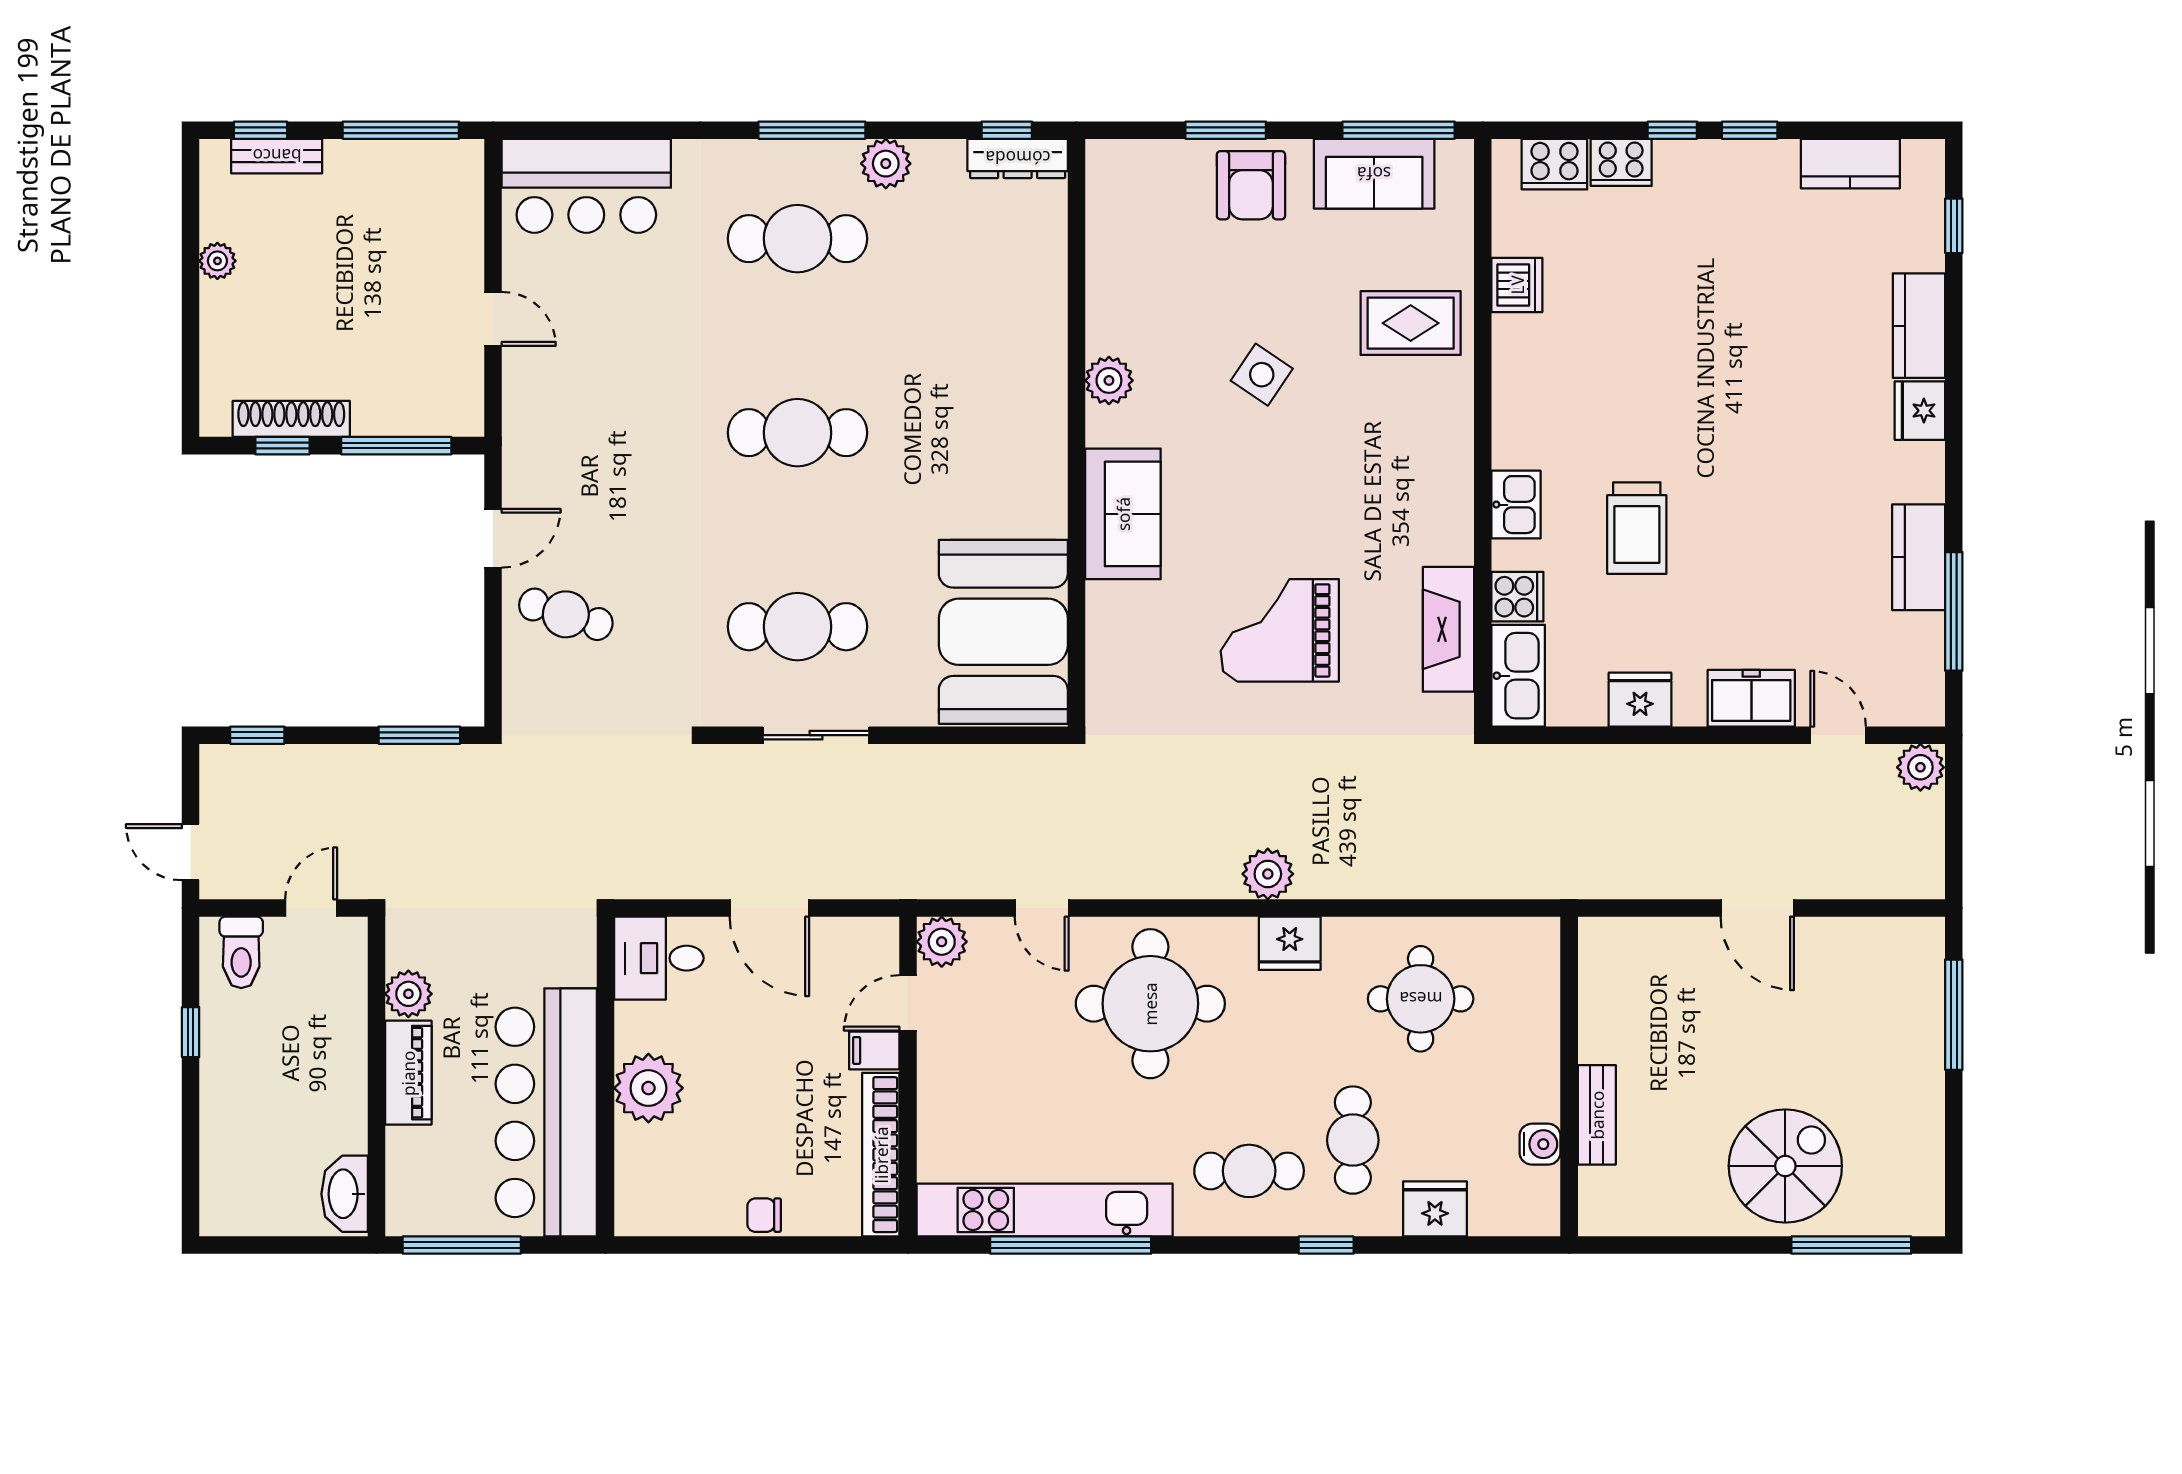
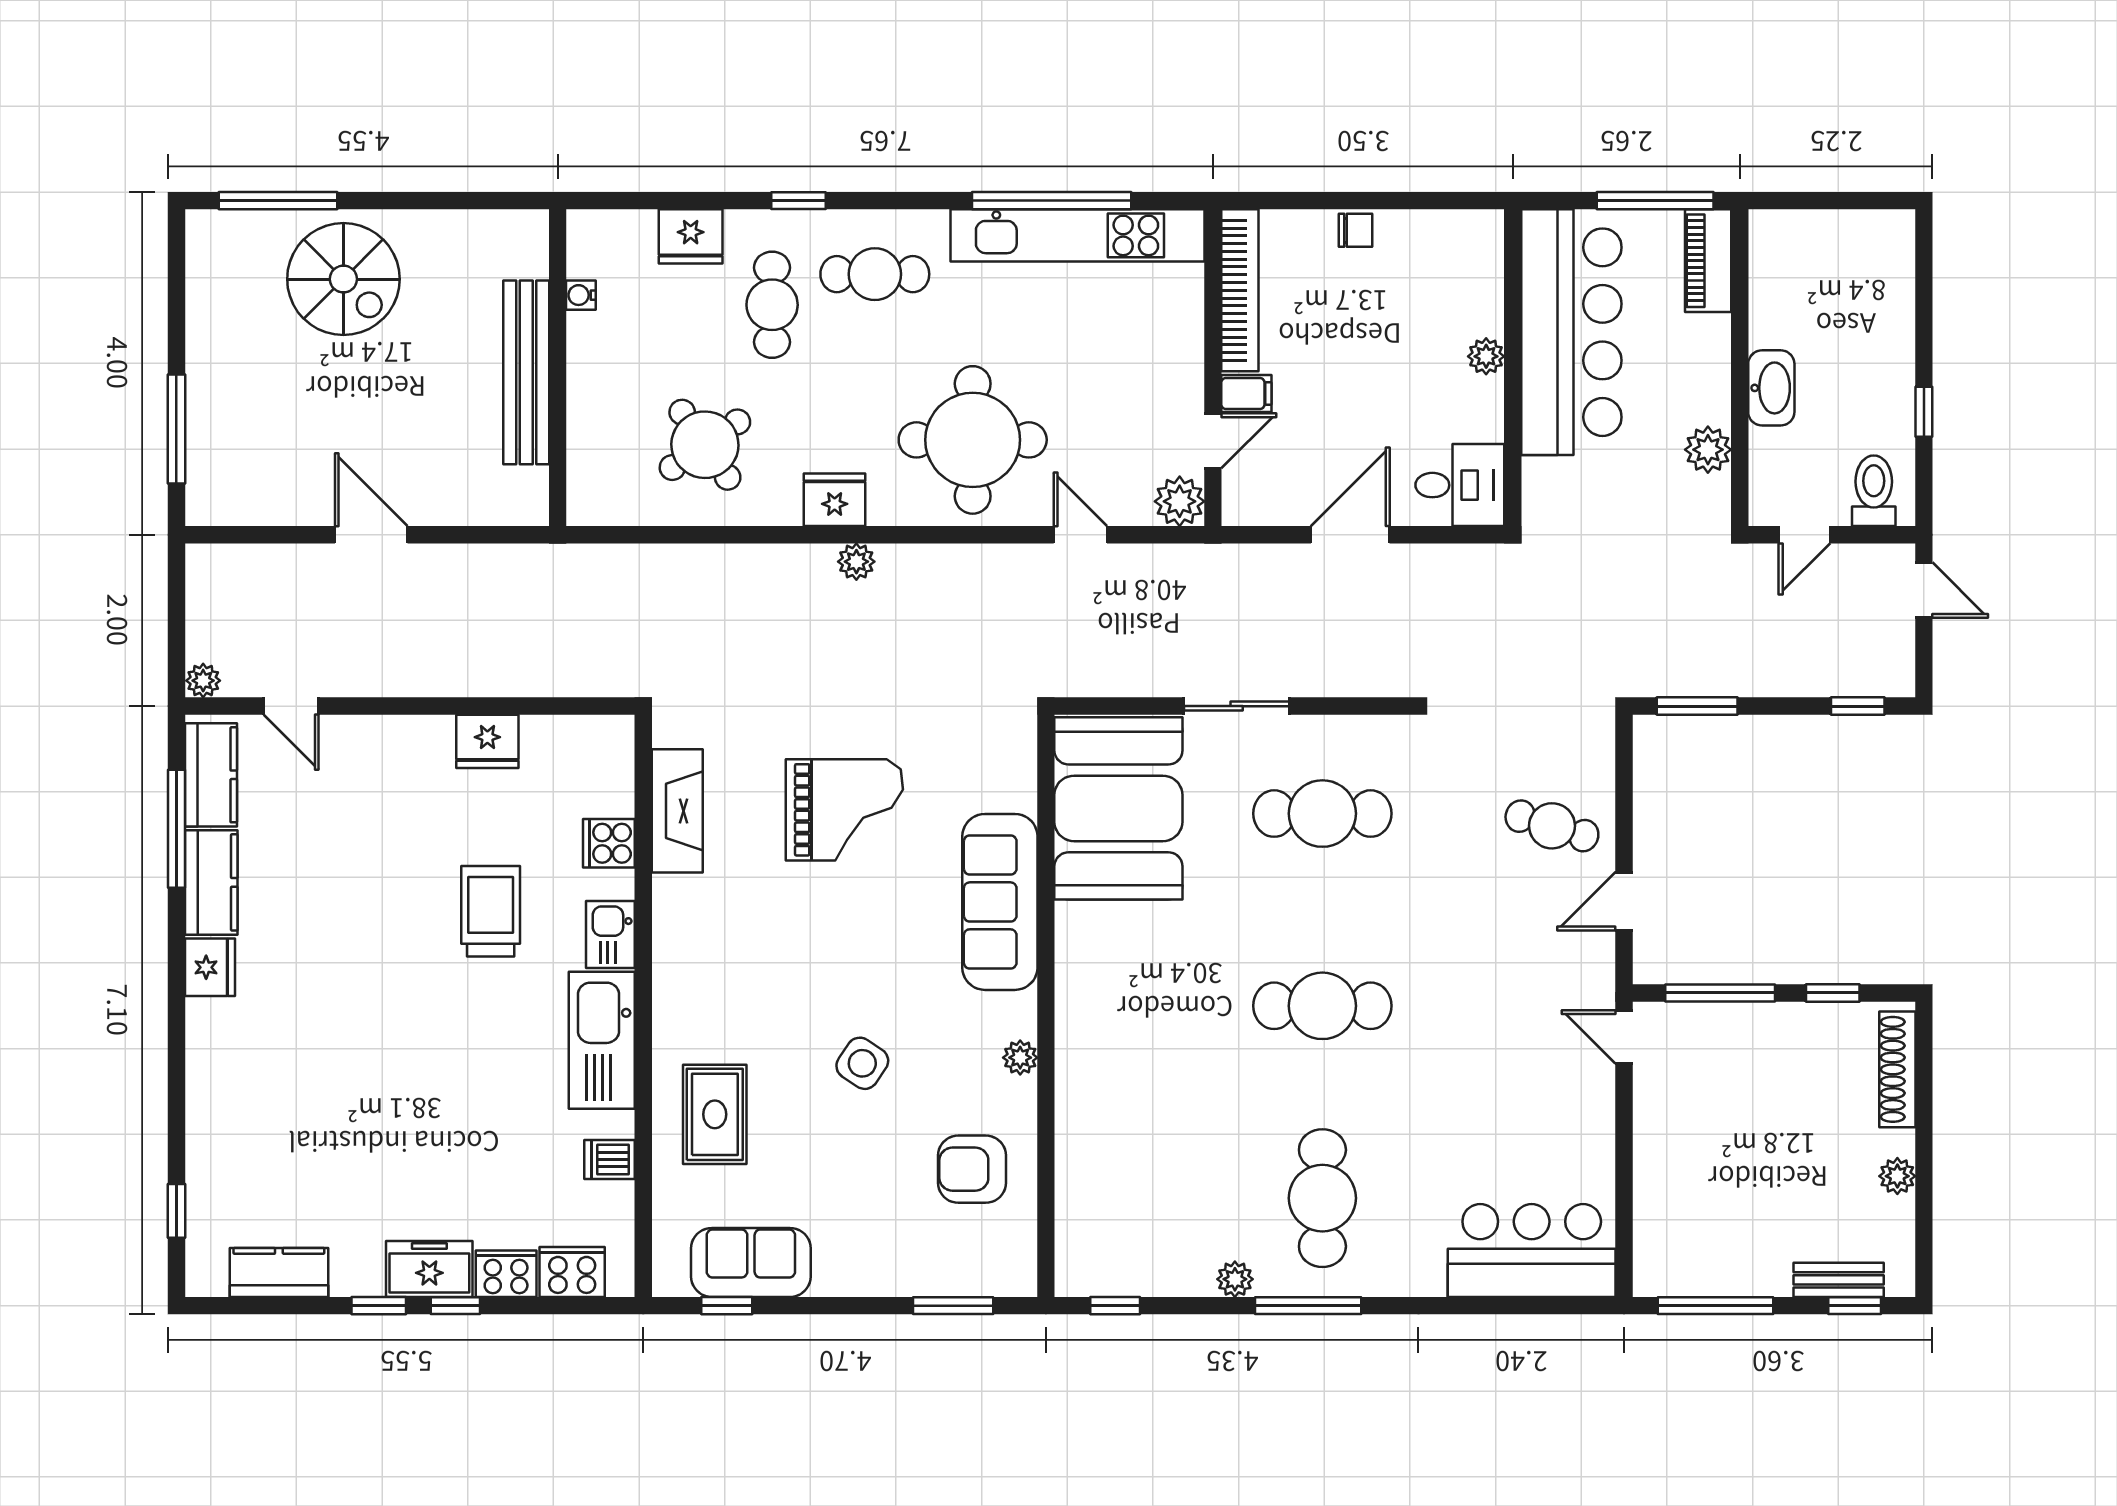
window: (1226, 130) -> (953, 1306), moved
window: (1399, 130) -> (727, 1306), width x0.46
dresser: (1018, 158) -> (1104, 1278), removed
plant: (886, 164) -> (1235, 1279), width x0.73, depth x0.73
armchair: (1251, 185) -> (972, 1169), moved, turned -90
cafe table: (797, 239) -> (1322, 1198), turned 90
dishwasher: (1517, 285) -> (610, 1159), width x0.73
door: (493, 319) -> (1624, 1037), moved
rug: (1411, 323) -> (715, 1114), turned 90
kitchen counter: (1919, 326) -> (211, 775), moved
plant: (1109, 380) -> (1020, 1058), width x0.73, depth x0.73
fridge: (1920, 411) -> (210, 967), moved
shoe rack: (291, 419) -> (1897, 1069), moved, turned 90
sofa: (1123, 514) -> (1000, 902), width x1.36
kitchen sink: (1518, 676) -> (602, 1040), moved, width x1.36, depth x1.24
freezer: (1751, 698) -> (429, 1269), moved, turned 180
sliding door: (816, 735) -> (1237, 706), moved
plant: (1920, 767) -> (203, 681), width x0.73, depth x0.73
plant: (1268, 874) -> (856, 562), width x0.73, depth x0.73
door: (769, 908) -> (1350, 535), hinge flipped
round table: (1421, 999) -> (705, 445), turned -35
piano: (408, 1073) -> (1708, 261), moved
plant: (648, 1088) -> (1486, 356), width x0.53, depth x0.53
bench: (1597, 1115) -> (526, 372), width x1.86, depth x1.21
water cooler: (1540, 1144) -> (581, 295), width x0.72, depth x0.72
spiral stairs: (1785, 1166) -> (343, 279), turned -90
washbasin: (345, 1194) -> (1771, 388), moved

